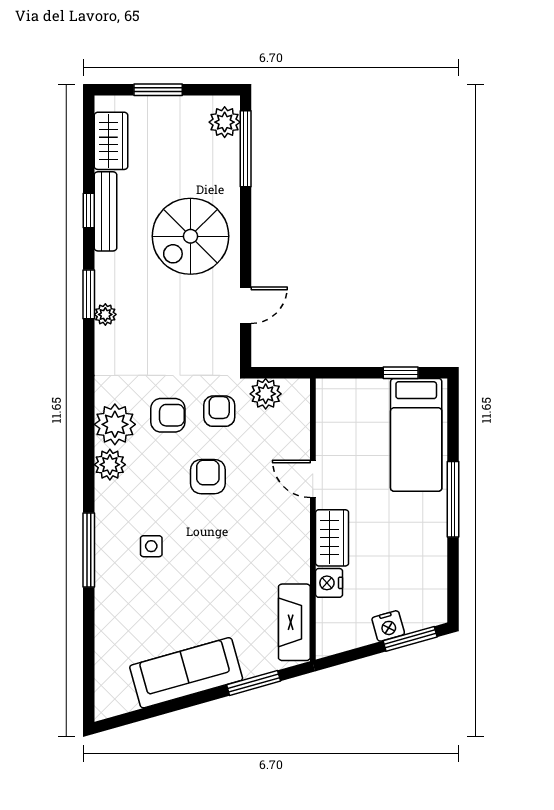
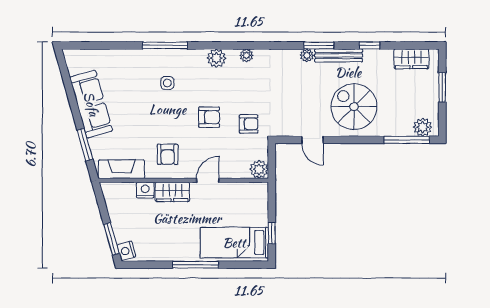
bench: (105, 211) -> (339, 55), moved
plant: (266, 394) -> (259, 169), moved
armchair: (168, 415) -> (168, 154), moved
plant: (115, 424) -> (246, 55), width x0.53, depth x0.53
nightstand: (388, 626) -> (126, 251), moved

